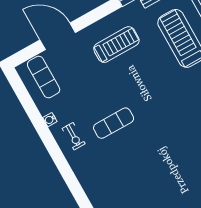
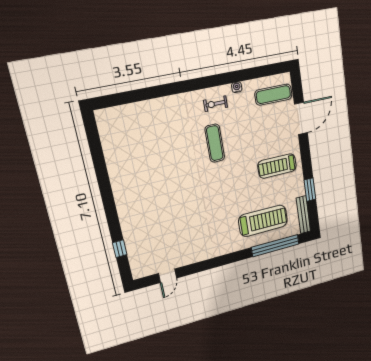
treadmill: (116, 45) -> (277, 166), turned 90

